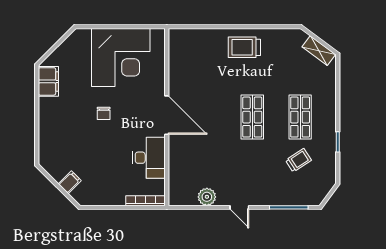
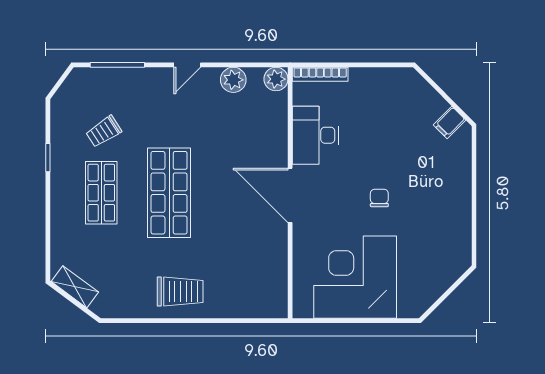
filing cabinet: (48, 81) -> (458, 243), removed
shop shelf: (252, 117) -> (169, 193), width x1.43, depth x1.36
filing cabinet: (70, 182) -> (449, 122), moved
plant: (177, 197) -> (276, 79), added
door: (239, 207) -> (187, 65), swing flipped

